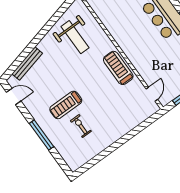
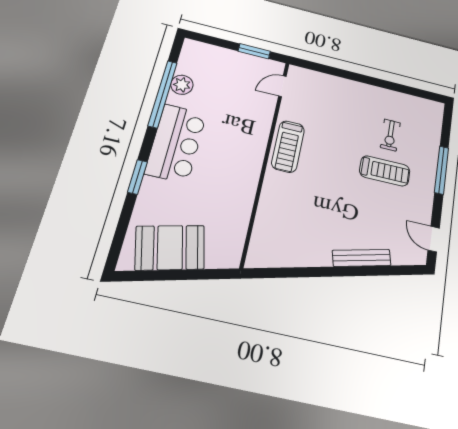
weight bench: (75, 37) -> (299, 227), removed
bench: (27, 63) -> (362, 258), moved

